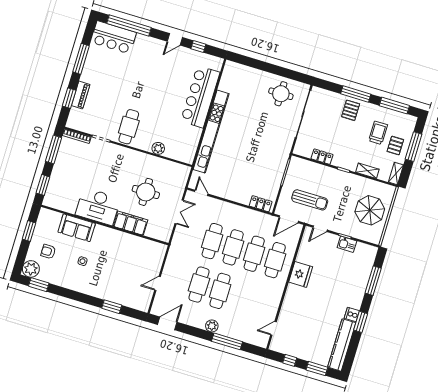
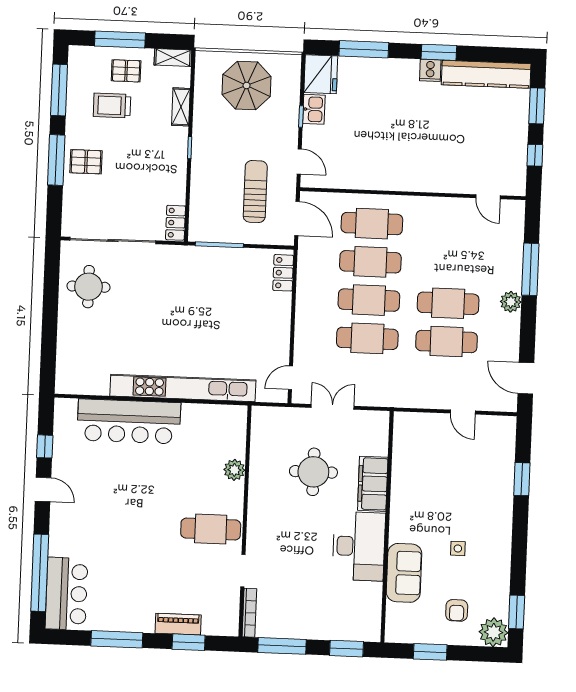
locker: (322, 157) -> (175, 223), moved
fridge: (301, 274) -> (321, 74), moved, turned 90

